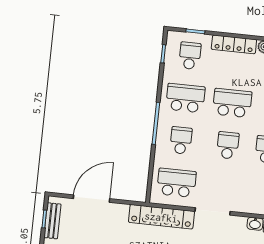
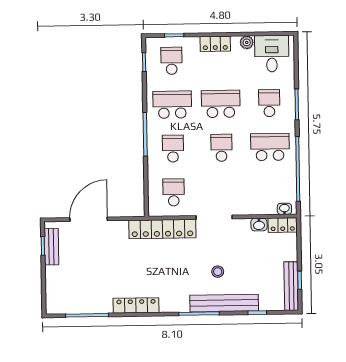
locker: (234, 44) -> (215, 44), width x0.66
school desk: (177, 183) -> (174, 192), width x0.54

